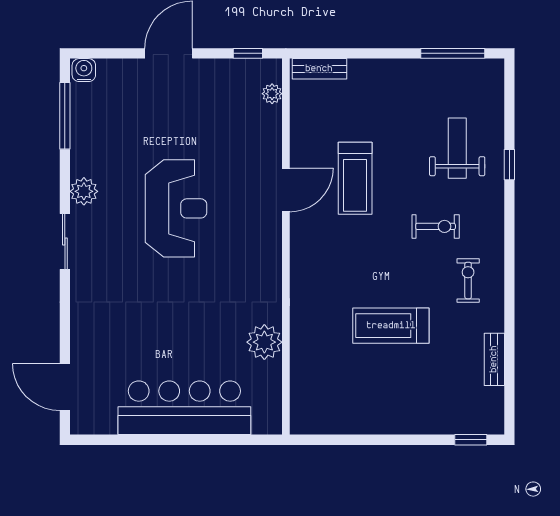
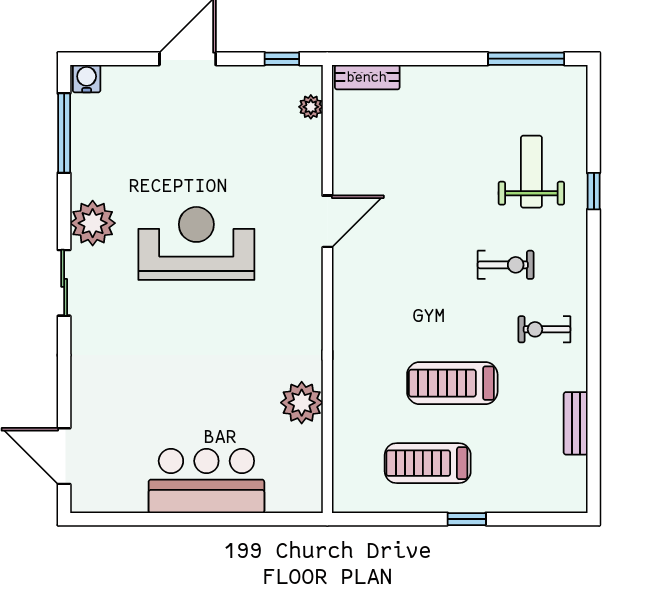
treadmill: (355, 178) -> (428, 463), moved, turned 90
plant: (84, 191) -> (93, 223), width x1.36, depth x1.36
reception desk: (176, 208) -> (196, 243), turned -90
exercise bike: (468, 280) -> (544, 329), turned -90
bar counter: (184, 408) -> (206, 481), width x0.73
window: (471, 440) -> (467, 519), moved

